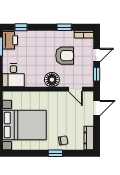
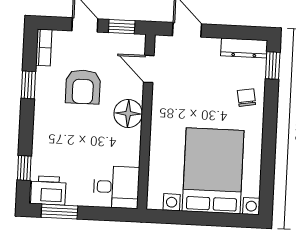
armchair: (65, 56) -> (83, 87), turned 180
door: (75, 89) -> (149, 69), swing flipped
window: (55, 153) -> (273, 66), moved

